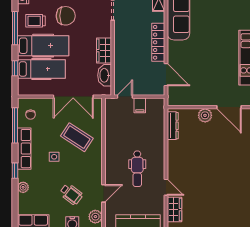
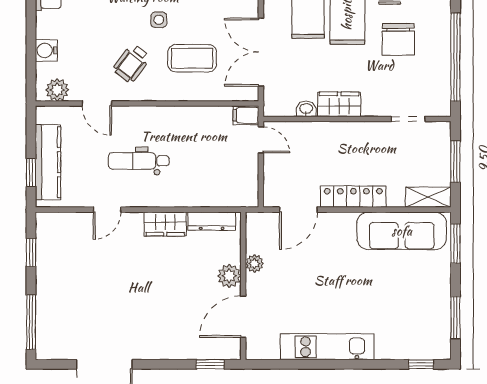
washbasin: (105, 75) -> (306, 109), width x0.52, depth x0.69
plant: (198, 100) -> (254, 263), added
filing cabinet: (140, 105) -> (246, 115), moved
coffee table: (77, 137) -> (192, 58), turned 57
wheelchair: (71, 194) -> (132, 63), moved
wardrobe: (174, 210) -> (165, 224), moved

